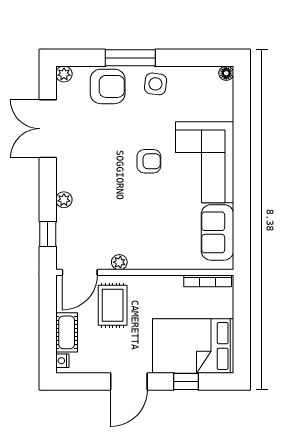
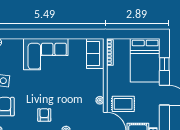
armchair: (149, 161) -> (44, 115), moved
sofa: (217, 232) -> (95, 54), moved, turned 90

